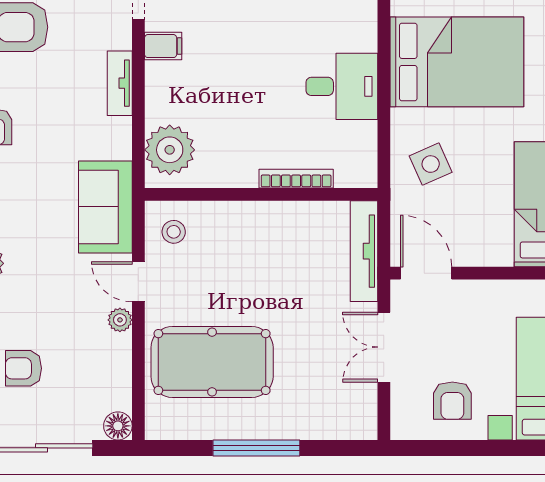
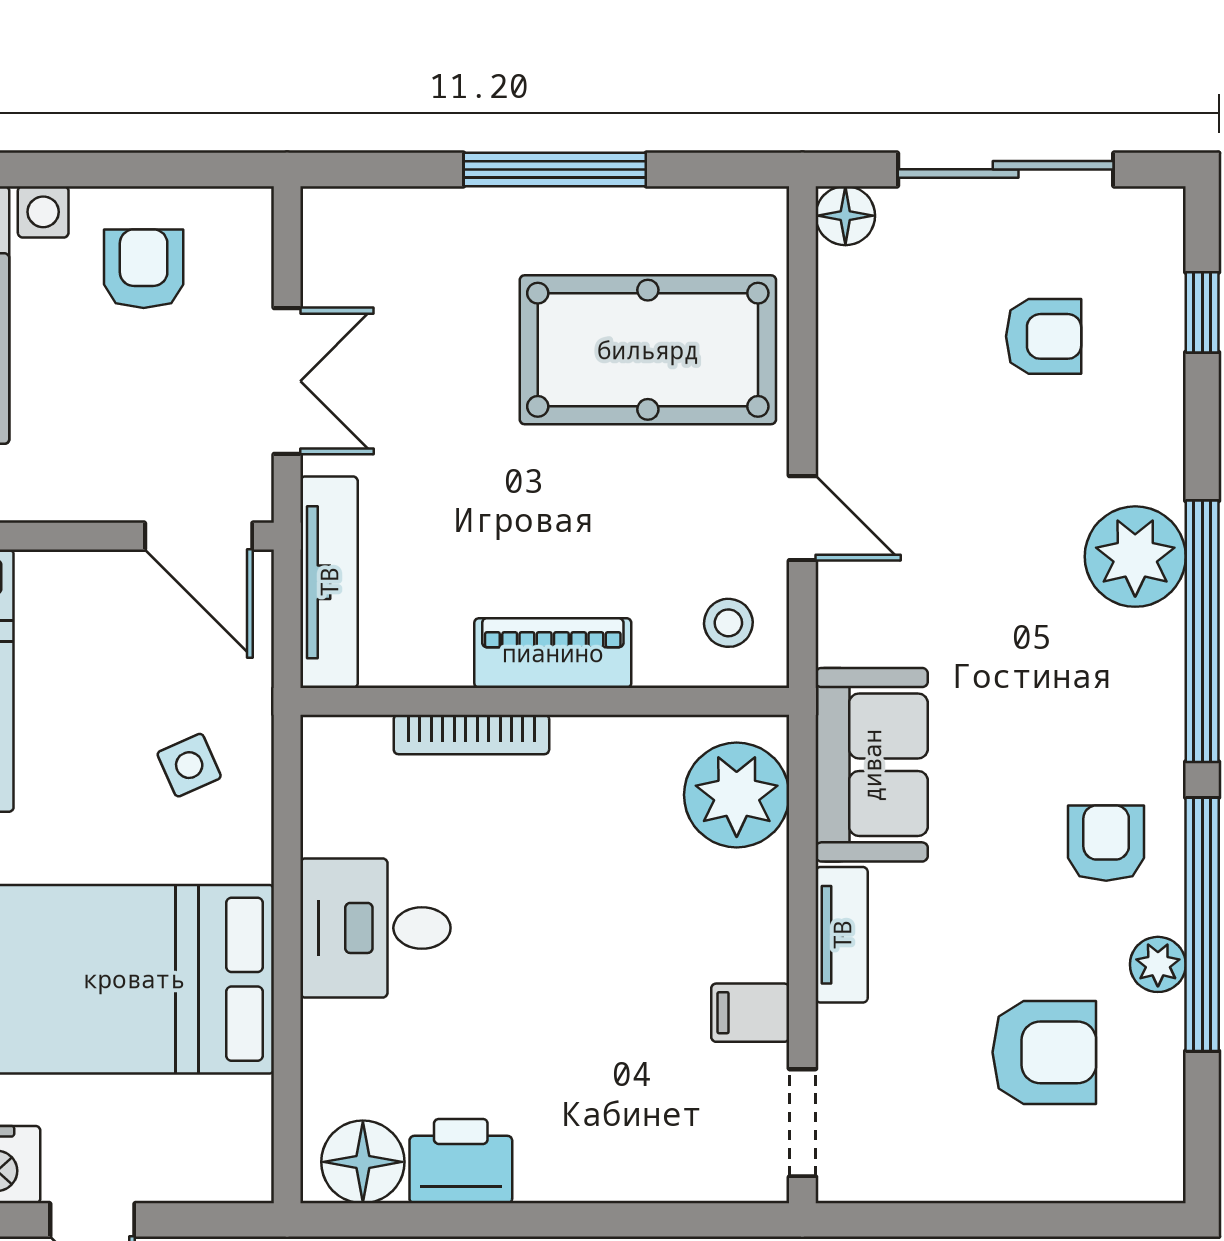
side table: (431, 164) -> (189, 765), width x0.73, depth x0.73
sofa: (105, 207) -> (872, 765), moved
piano: (257, 217) -> (553, 653), added
plant: (120, 320) -> (841, 438), removed

